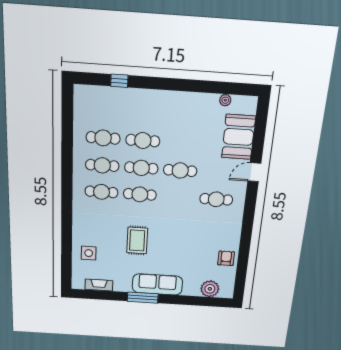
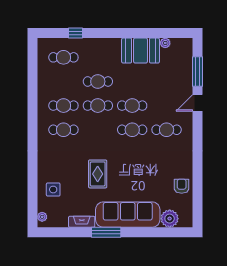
booth: (239, 137) -> (141, 51), moved, turned 90
window: (259, 137) -> (197, 71), added
cafe table: (103, 138) -> (63, 57), moved
cafe table: (140, 194) -> (132, 130), moved
plant: (76, 279) -> (42, 217), added
sofa: (157, 284) -> (128, 215), width x1.36, depth x1.27
fireplace: (99, 285) -> (82, 222), moved

